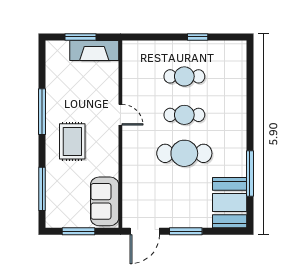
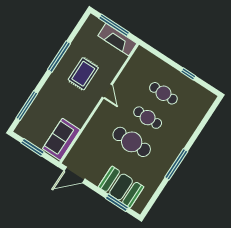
window: (80, 37) -> (114, 25), width x1.44
rug: (72, 141) -> (83, 74), moved
window: (250, 173) -> (176, 164), moved
booth: (230, 203) -> (121, 187), moved, turned 90
window: (186, 231) -> (117, 203), moved

